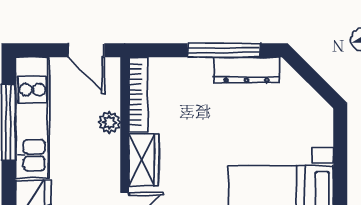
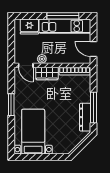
door: (86, 50) -> (94, 49), hinge flipped
plant: (109, 122) -> (42, 59), moved

